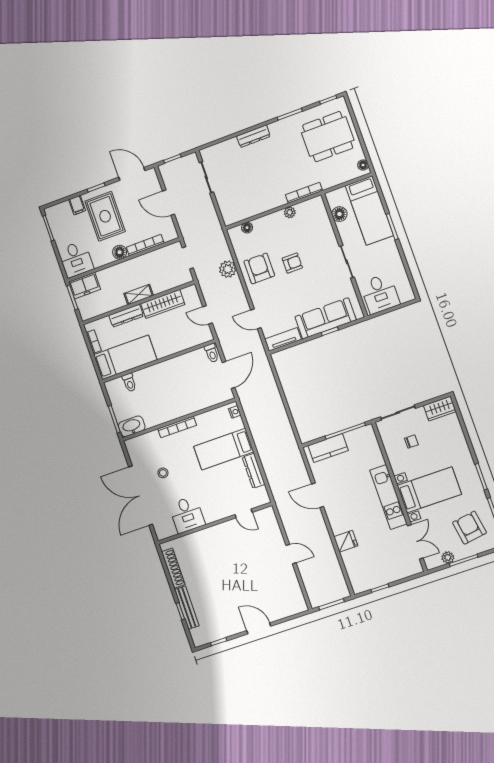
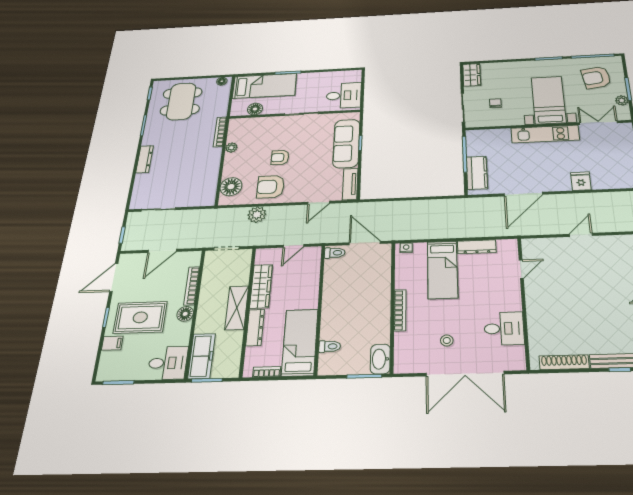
floor lamp: (247, 228) -> (231, 187), width x1.89, depth x1.89
armchair: (292, 263) -> (280, 157), turned -90
freezer: (84, 286) -> (202, 356), width x1.40
shelving: (139, 295) -> (237, 308), width x1.50, depth x1.33
door: (318, 495) -> (523, 194), width x1.36

